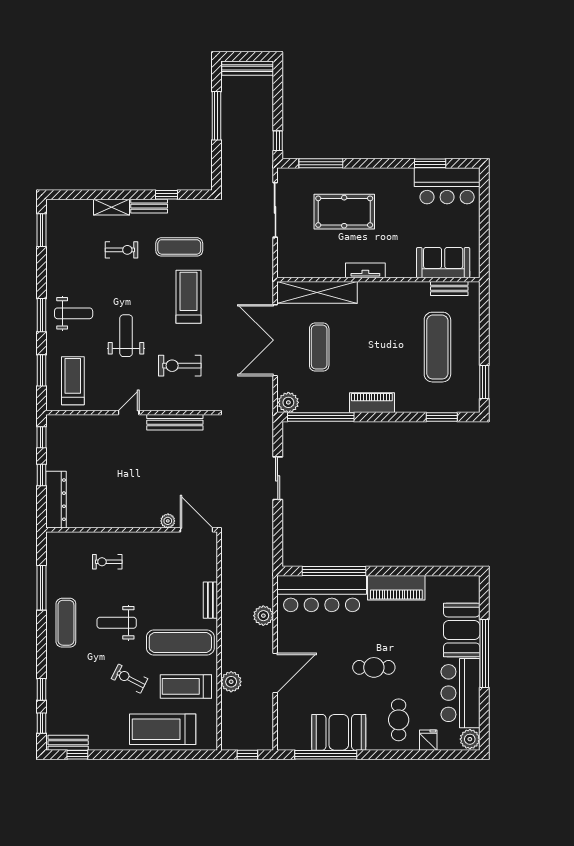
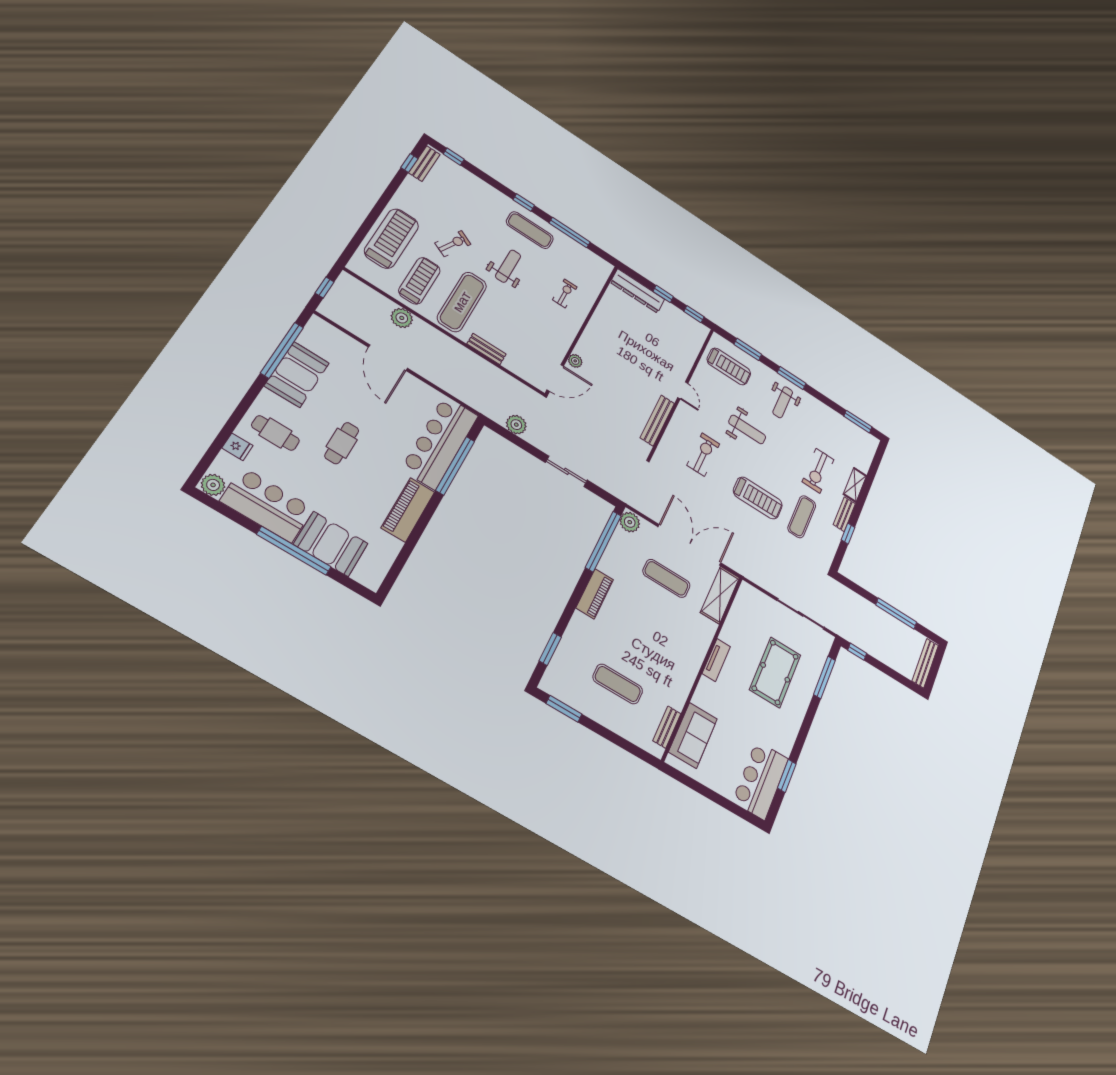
exercise bike: (122, 250) -> (818, 471), width x1.38, depth x1.39
shelving: (317, 292) -> (720, 595), width x0.68
exercise mat: (437, 347) -> (618, 684), width x0.73, depth x0.69
plant: (263, 616) -> (516, 425), moved
window: (41, 689) -> (524, 203), moved

